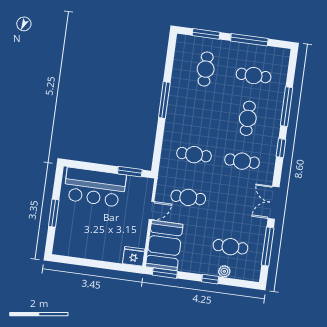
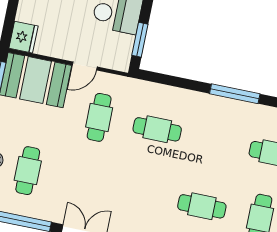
cafe table: (194, 155) -> (157, 129), turned 90
cafe table: (242, 161) -> (144, 194), removed
door: (152, 210) -> (85, 66), hinge flipped

